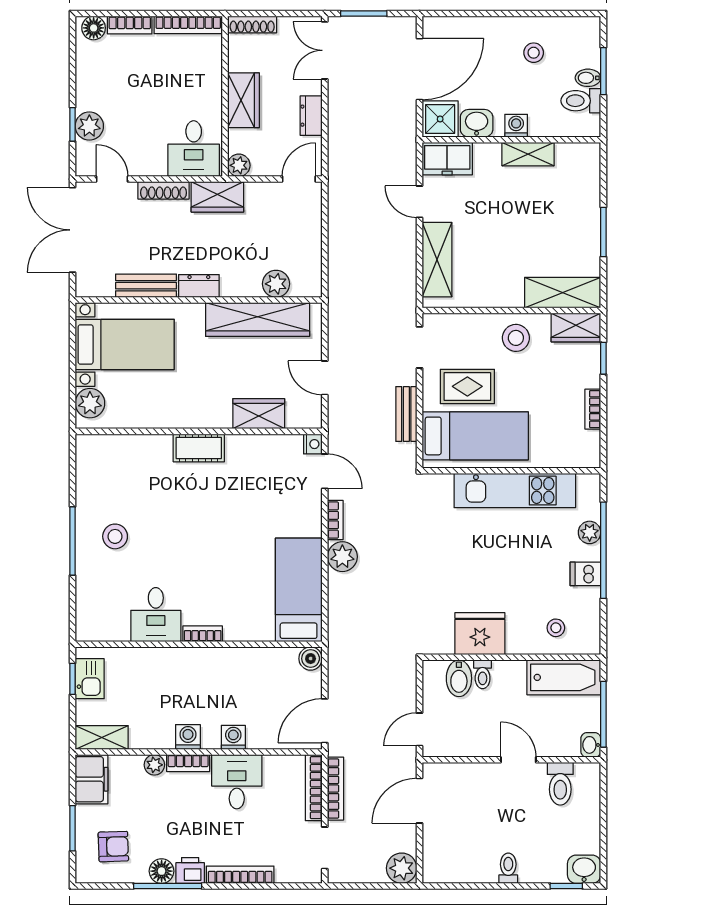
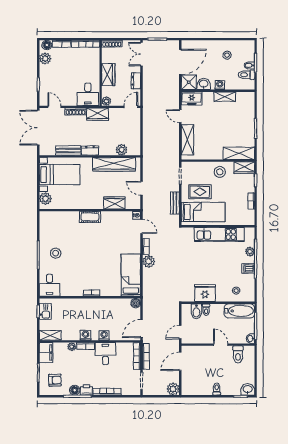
plant: (89, 126) -> (45, 59), moved
desk: (156, 615) -> (50, 285), moved

